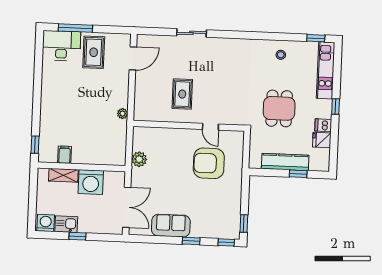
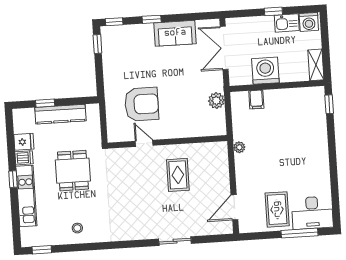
kitchen unit: (326, 70) -> (26, 196), moved
filing cabinet: (65, 155) -> (256, 99), moved
shelving: (63, 175) -> (316, 65), moved, turned 90

